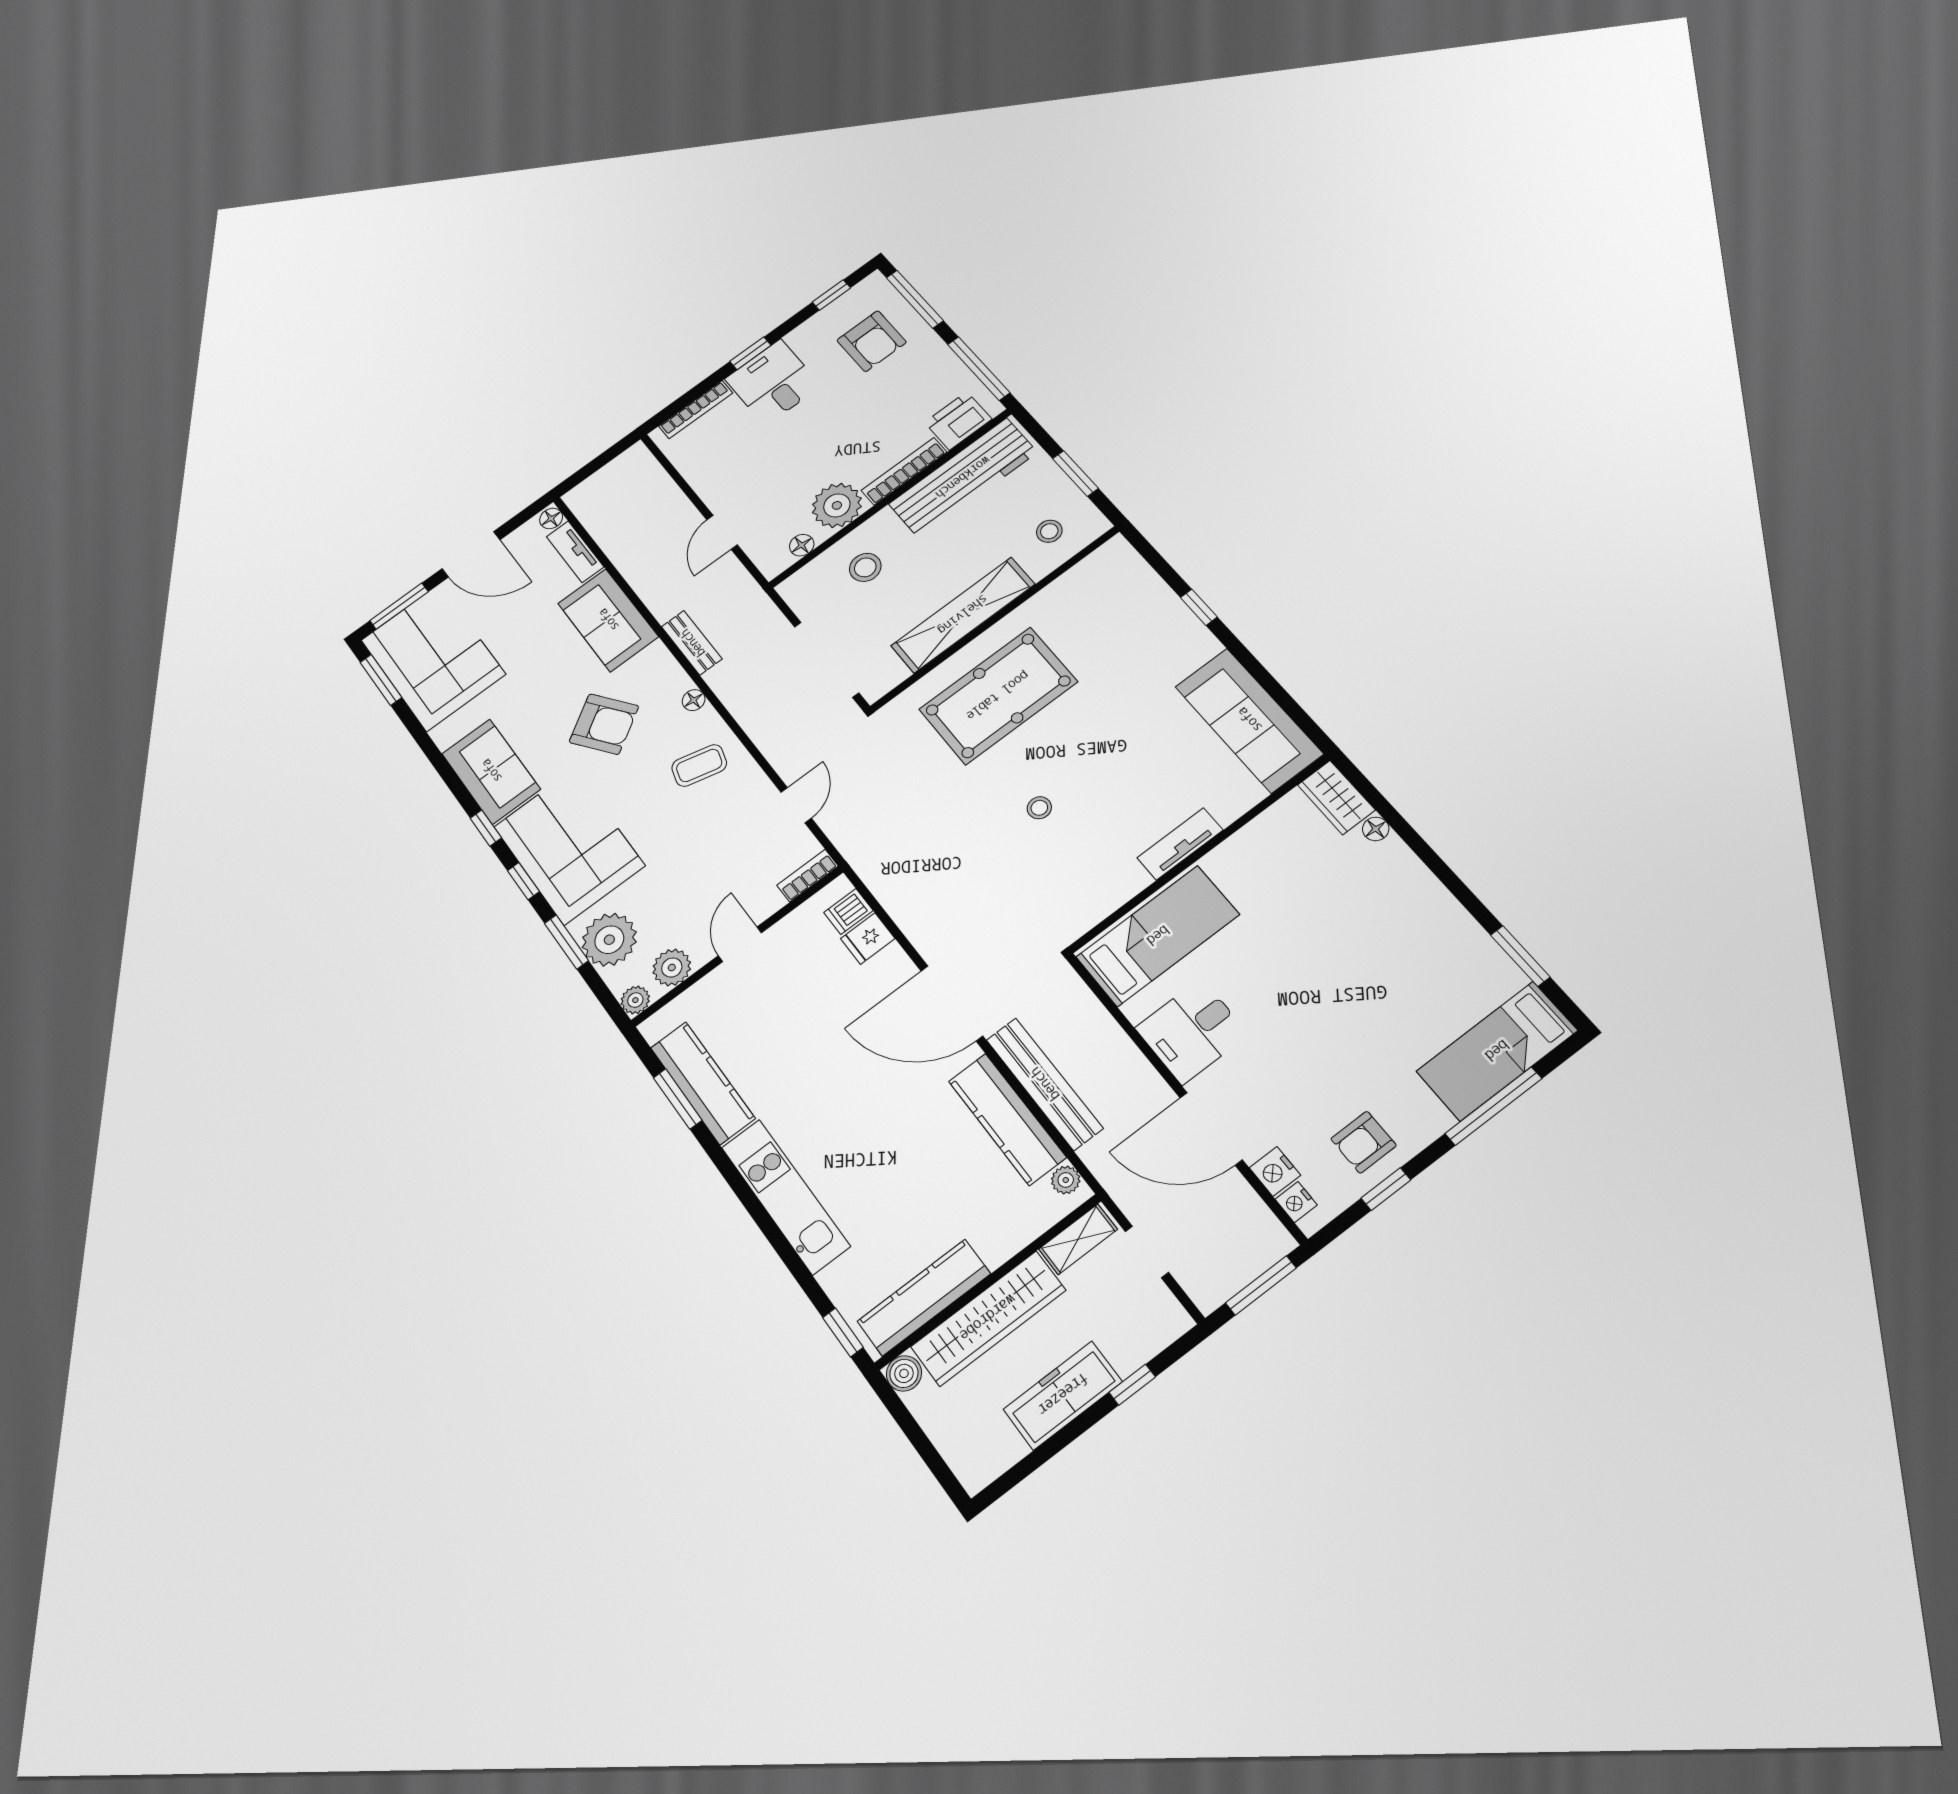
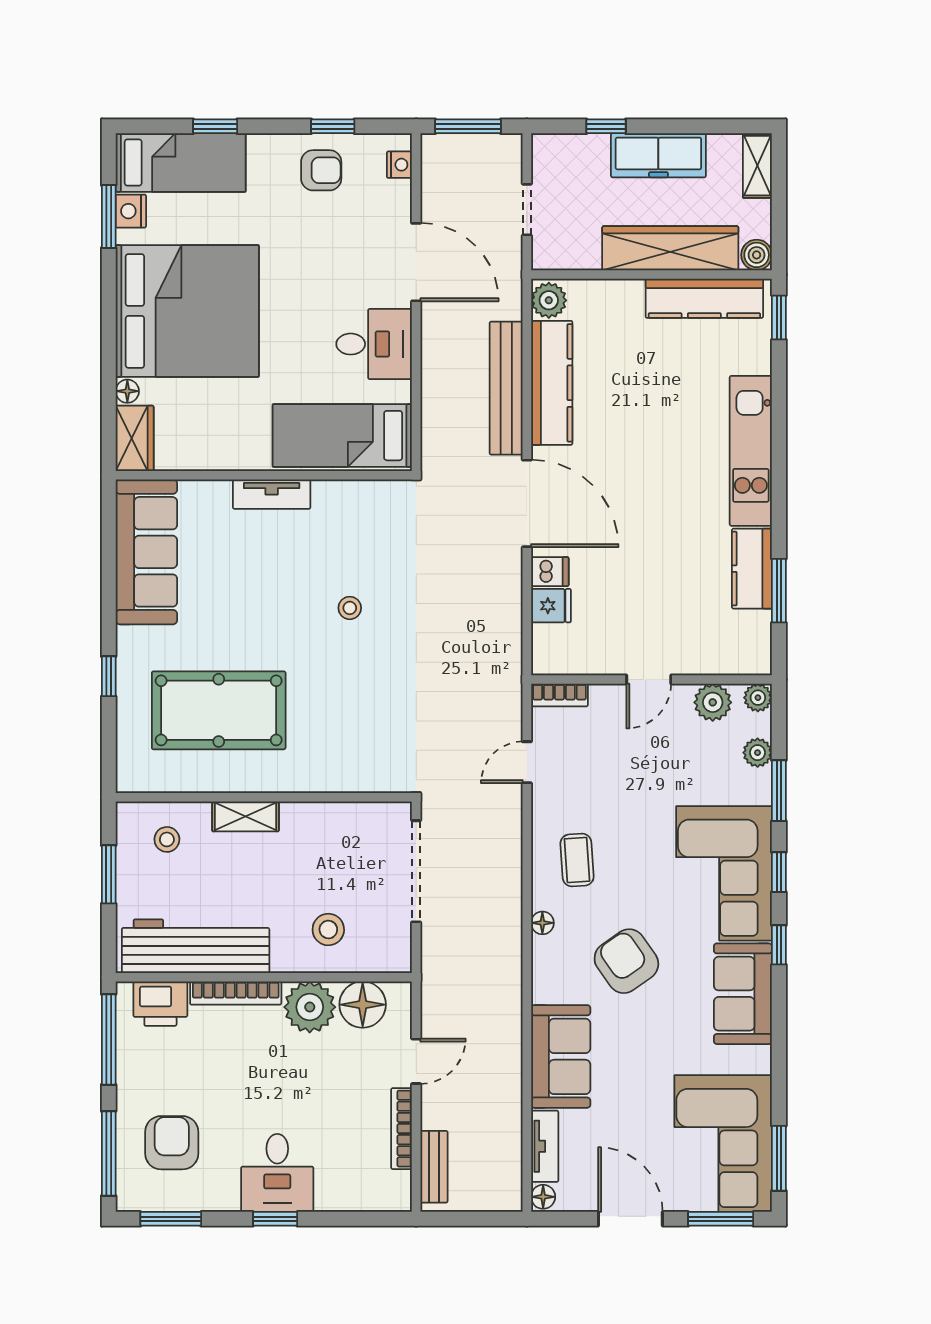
window: (831, 295) -> (171, 1219), width x1.50
bookcase: (696, 410) -> (402, 1129), moved, turned -90
floor lamp: (802, 545) -> (363, 1005), width x1.89, depth x1.89
shelving: (963, 615) -> (245, 816), width x0.45, depth x0.75
bench: (692, 643) -> (434, 1167), moved
pool table: (998, 696) -> (219, 710), moved
coffee table: (699, 765) -> (577, 860), turned 71
dishwasher: (848, 911) -> (550, 572), moved
bed: (1381, 932) -> (187, 311), added
plant: (609, 940) -> (758, 753), width x0.53, depth x0.53
kitchen counter: (703, 1083) -> (752, 569), width x0.67
window: (1493, 1106) -> (215, 126), width x0.46
nightstand: (1275, 1171) -> (131, 211), moved, turned 180
plant: (1066, 1180) -> (549, 300), width x1.38, depth x1.38
shelving: (1078, 1239) -> (757, 166), moved, turned 90

